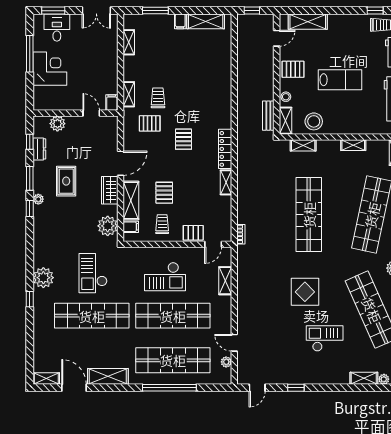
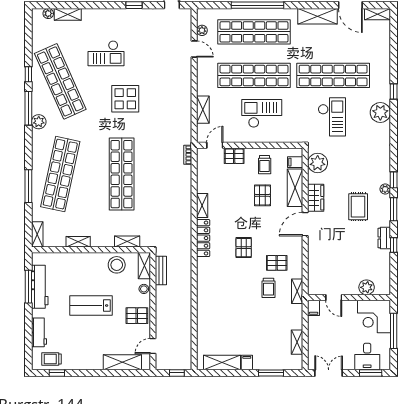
filing cabinet: (112, 102) -> (314, 308), moved
wall: (75, 113) -> (349, 297), moved
door: (91, 113) -> (334, 297), moved
plant: (57, 124) -> (367, 287), moved

